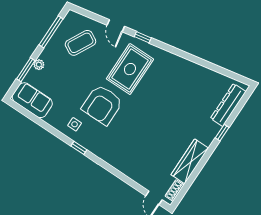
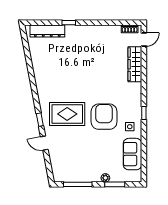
door: (116, 26) -> (44, 143), swing flipped
coffee table: (80, 43) -> (72, 159), removed
sofa: (32, 100) -> (132, 154), moved
armchair: (102, 105) -> (104, 117), turned -90
wardrobe: (190, 161) -> (135, 64), moved, turned 90

